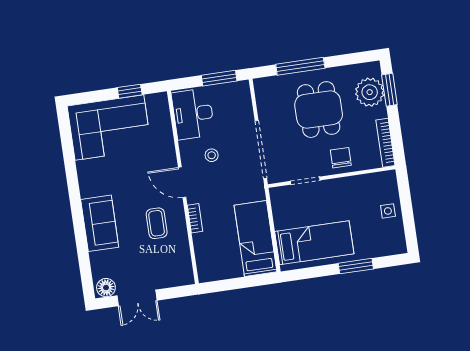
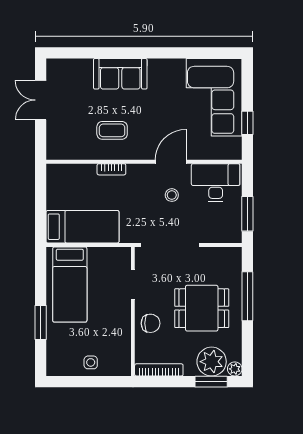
plant: (374, 68) -> (235, 369), added
door: (182, 182) -> (171, 162), moved
floor lamp: (106, 288) -> (55, 71), removed

